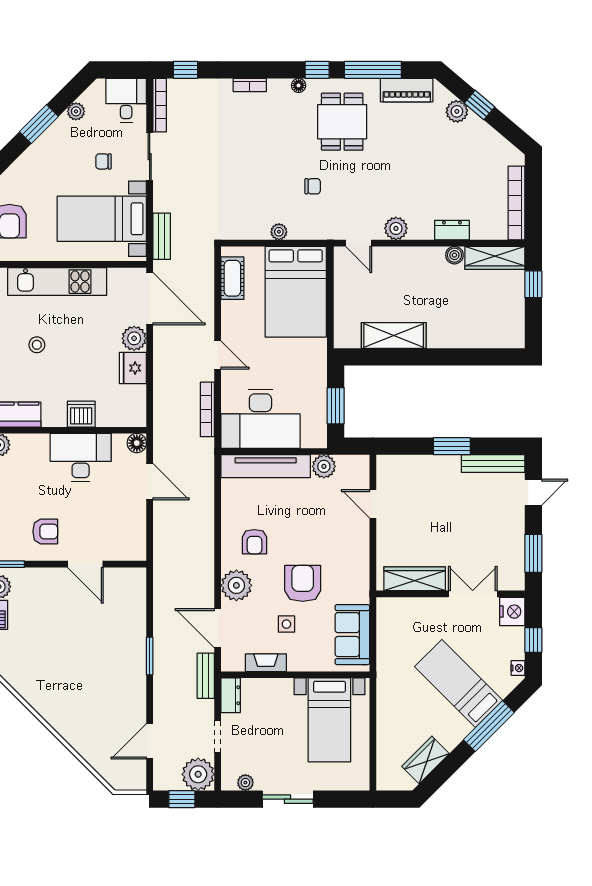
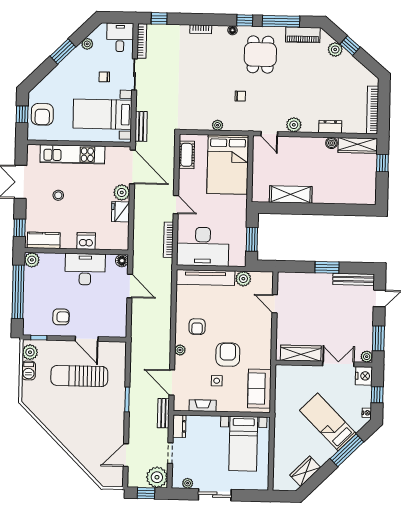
plant: (516, 582) -> (367, 357), added
plant: (236, 585) -> (180, 350), width x0.53, depth x0.53
sun lounger: (75, 621) -> (79, 376), added

